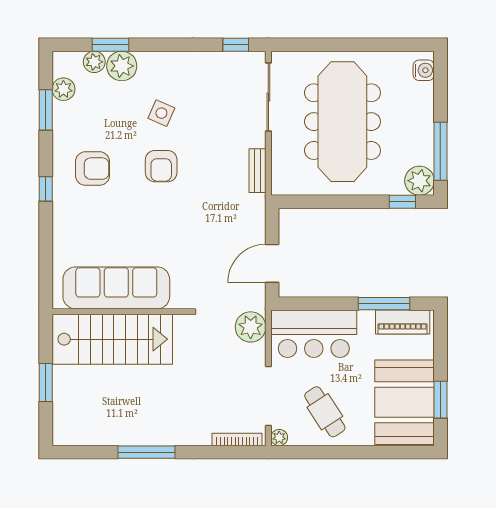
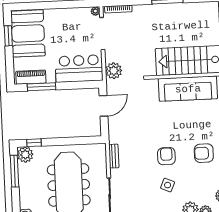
cafe table: (325, 412) -> (71, 26), removed

